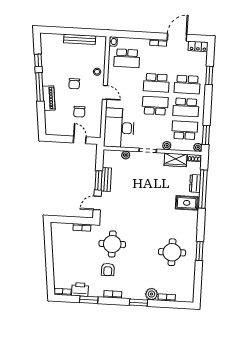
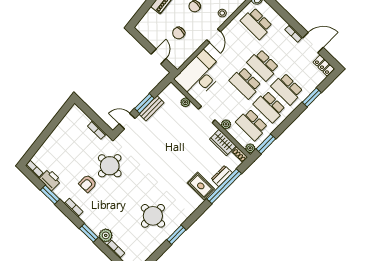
school desk: (155, 106) -> (245, 83), turned 180
school desk: (185, 130) -> (252, 125), turned 180

